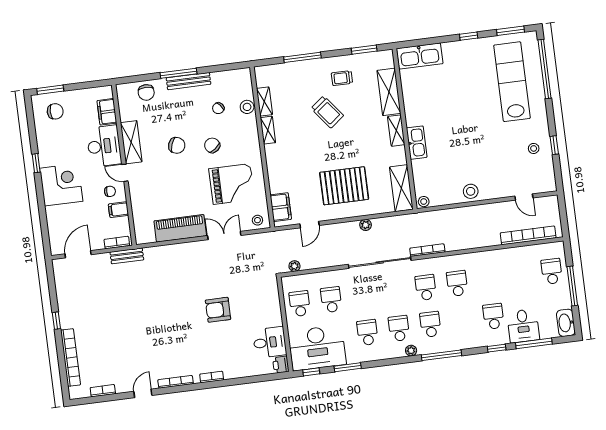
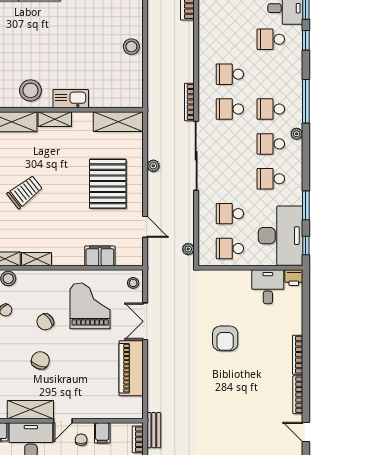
stool: (424, 202) -> (30, 90), moved, width x1.89, depth x1.89
filing cabinet: (281, 207) -> (100, 256), moved
bookcase: (212, 377) -> (298, 355), width x1.56

